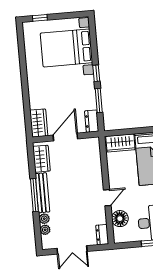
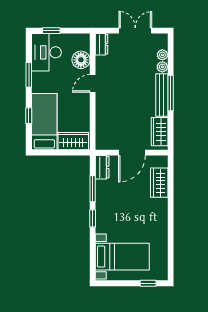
bed with nightstands: (67, 48) -> (122, 257), width x0.73
wardrobe: (39, 123) -> (159, 183), moved

